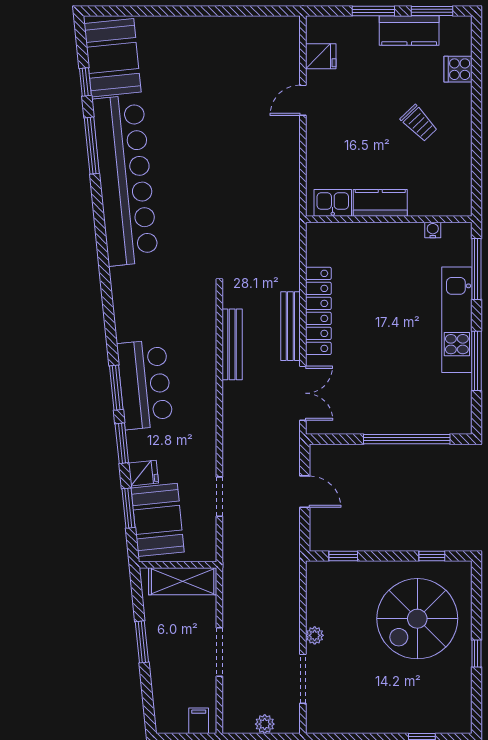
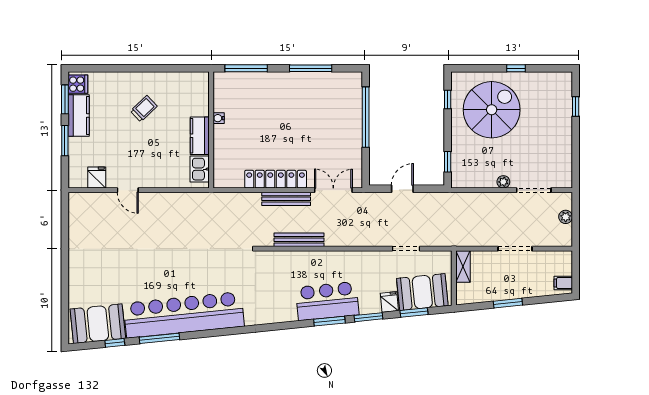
cooker: (458, 69) -> (78, 84), moved, turned -90
water cooler: (433, 230) -> (219, 118), moved
kitchen unit: (457, 320) -> (282, 82), removed
shelving: (183, 581) -> (463, 267), width x0.67, depth x0.75
spiral stairs: (417, 619) -> (492, 110), turned -90
filing cabinet: (199, 721) -> (563, 283), moved

